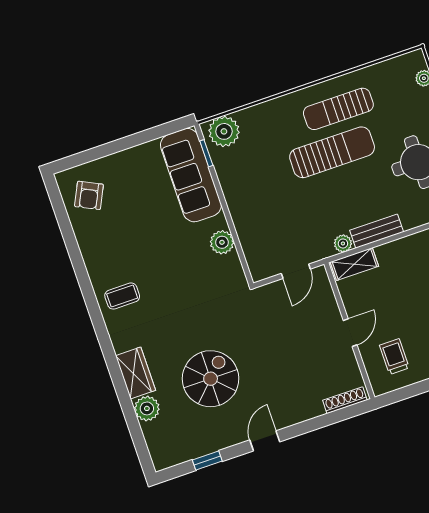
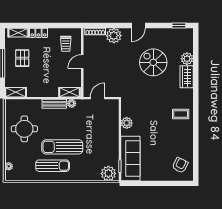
spiral stairs: (211, 379) -> (153, 62), turned 90
plant: (306, 405) -> (114, 36), added
window: (207, 461) -> (179, 25), moved

